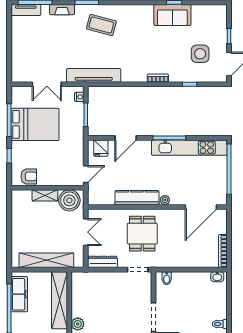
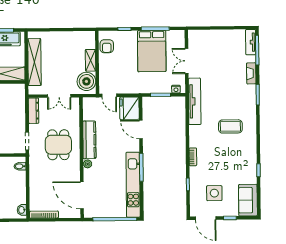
sofa: (172, 15) -> (248, 200), moved
coffee table: (101, 25) -> (230, 126), moved, turned 75
fridge: (101, 148) -> (129, 108), width x1.88, depth x1.34
dining table: (142, 234) -> (58, 145), turned 90

